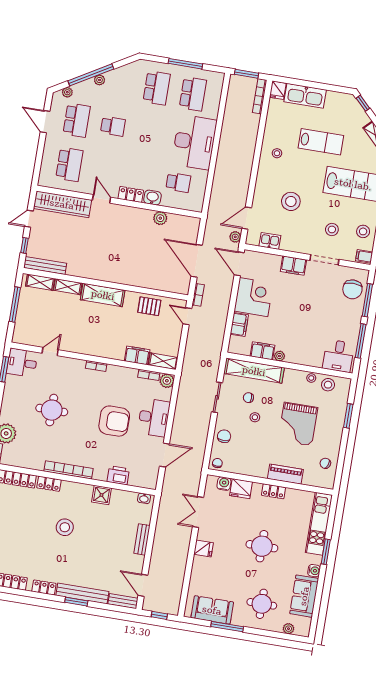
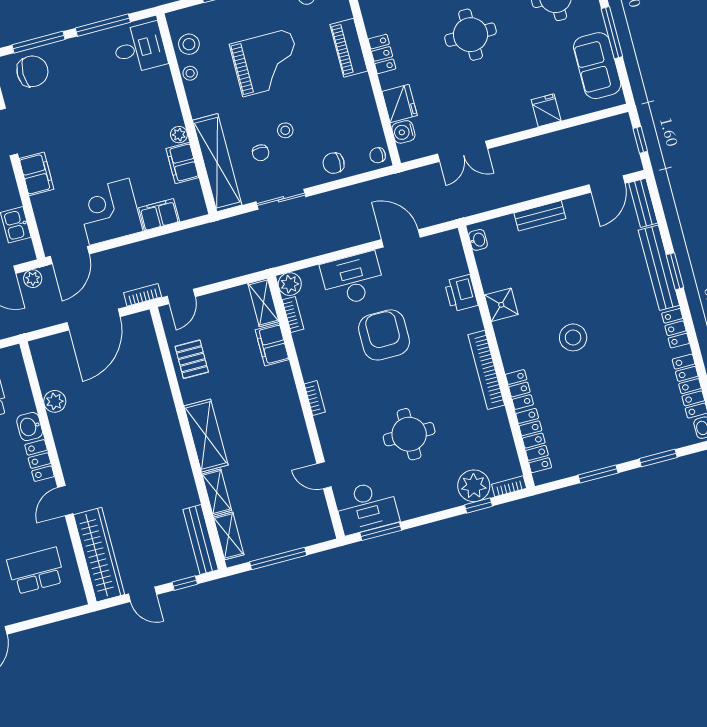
desk: (22, 363) -> (367, 507), width x1.37
fridge: (203, 549) -> (546, 110), moved

